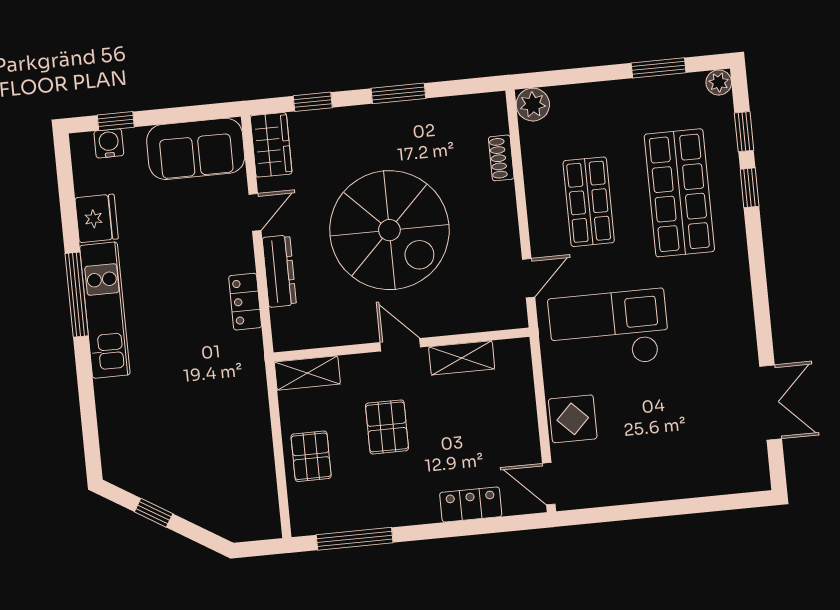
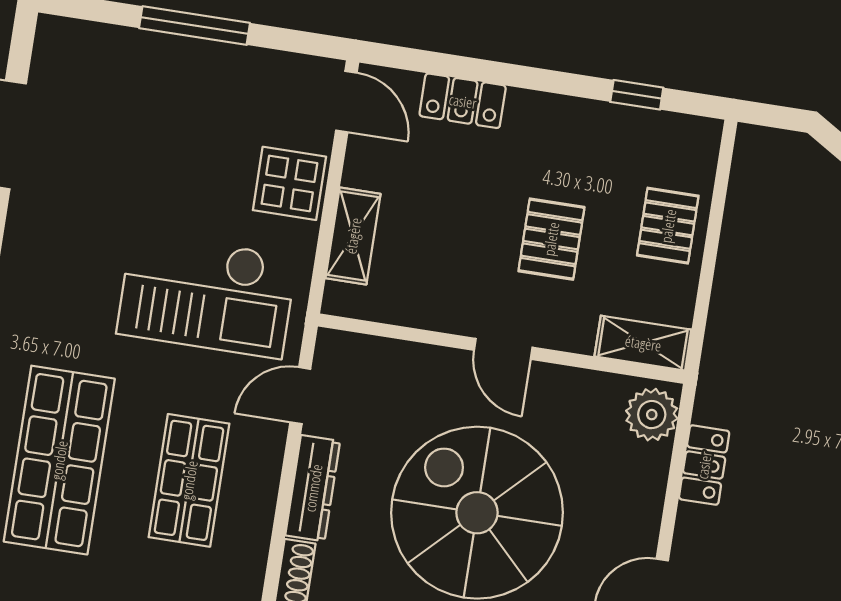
dresser: (279, 271) -> (313, 488), moved, turned 180
plant: (289, 326) -> (652, 415), added
shelving: (462, 358) -> (353, 236), moved, turned 90
window: (664, 508) -> (195, 26), added
window: (355, 539) -> (637, 95), width x0.46

